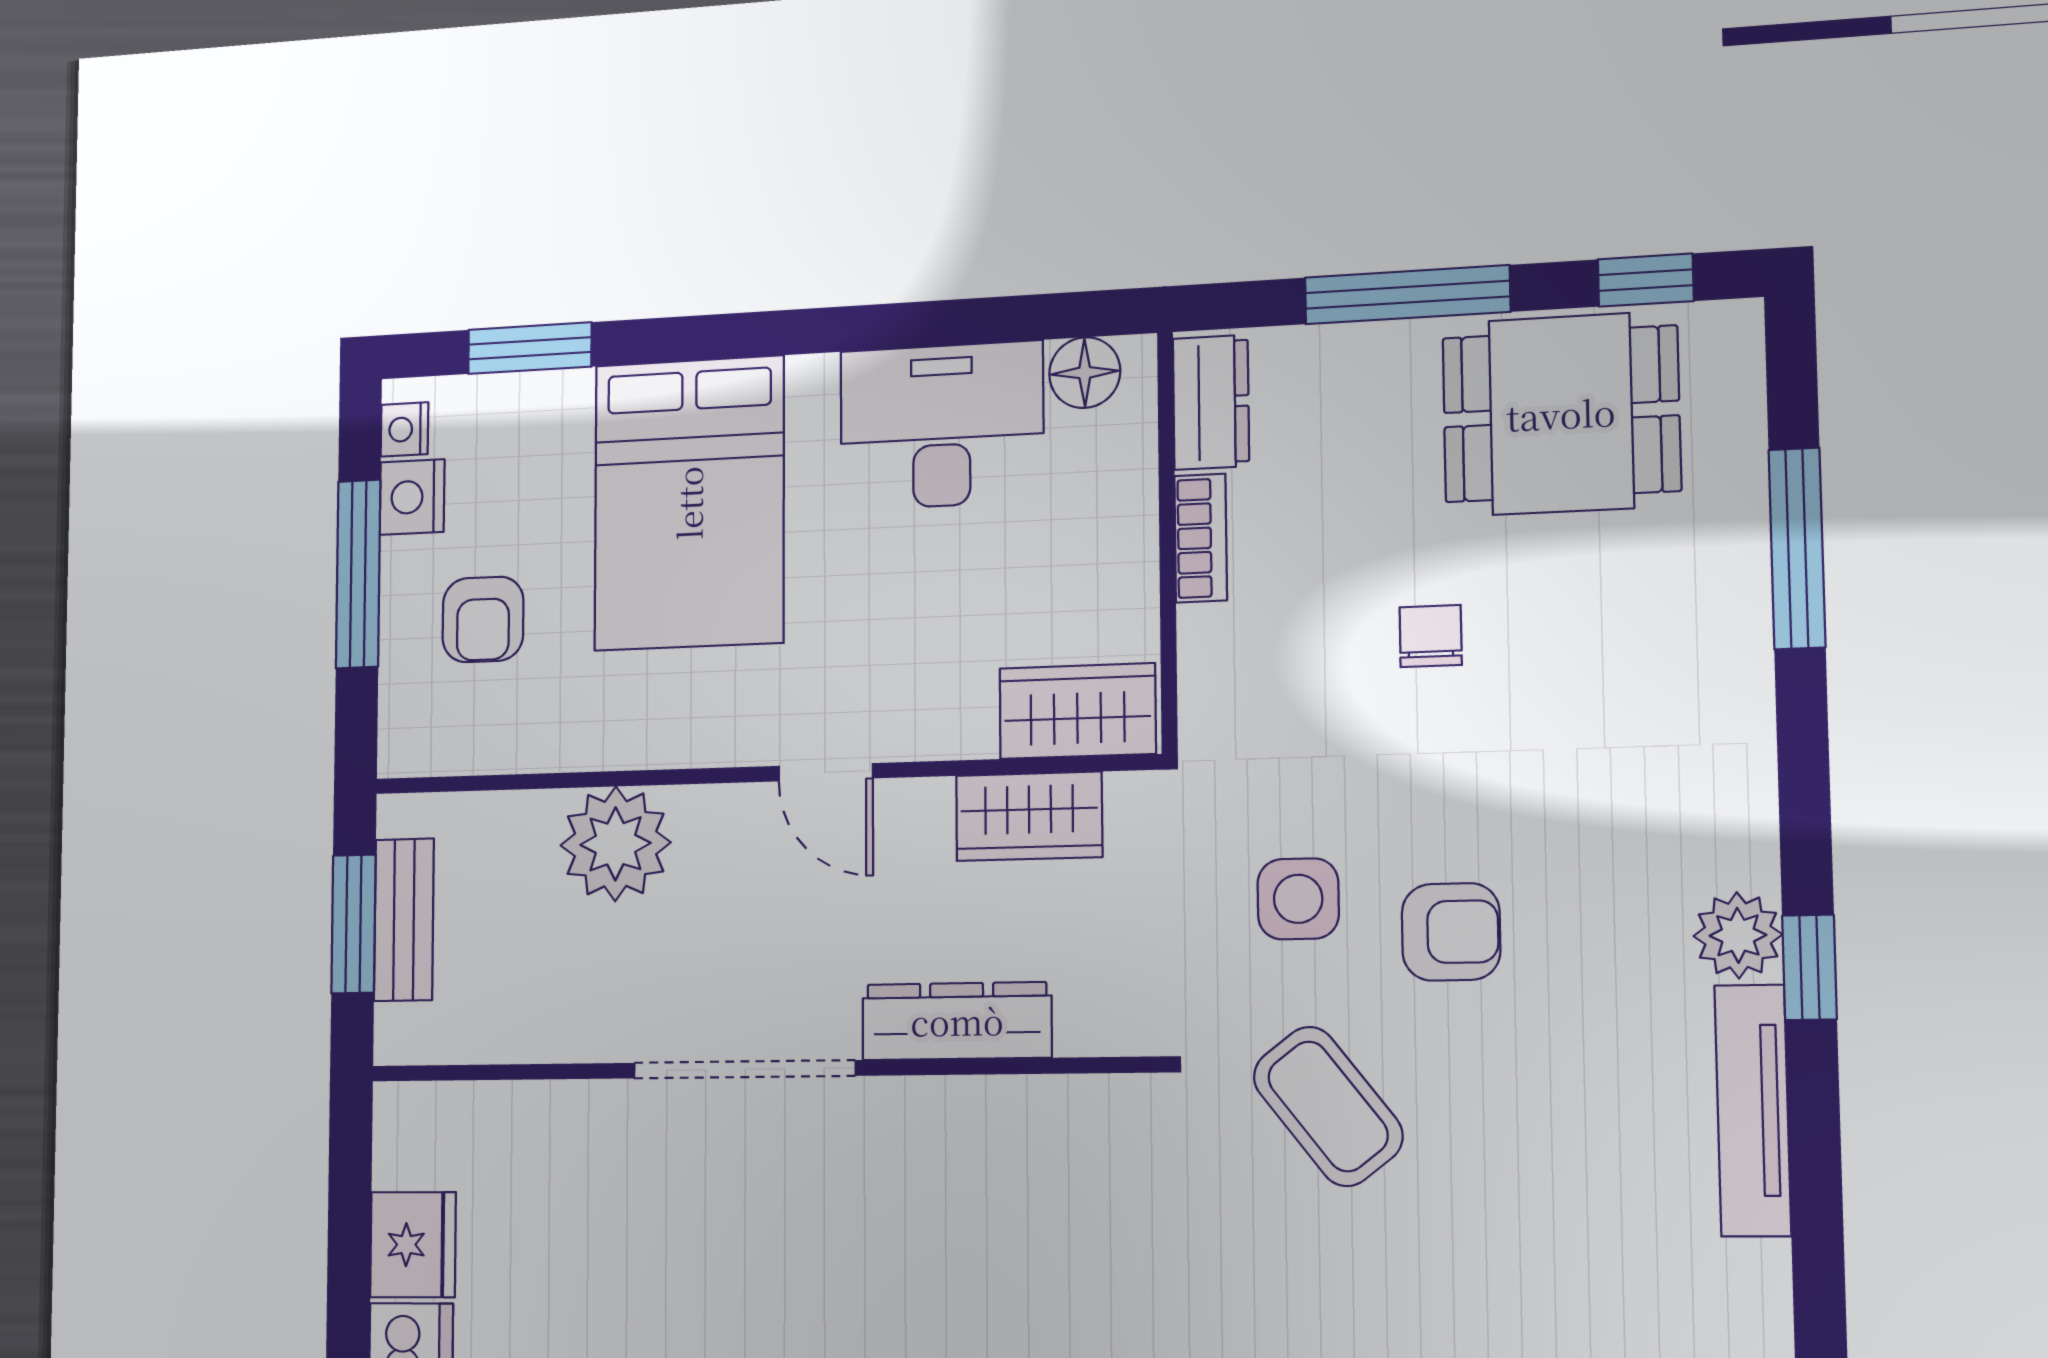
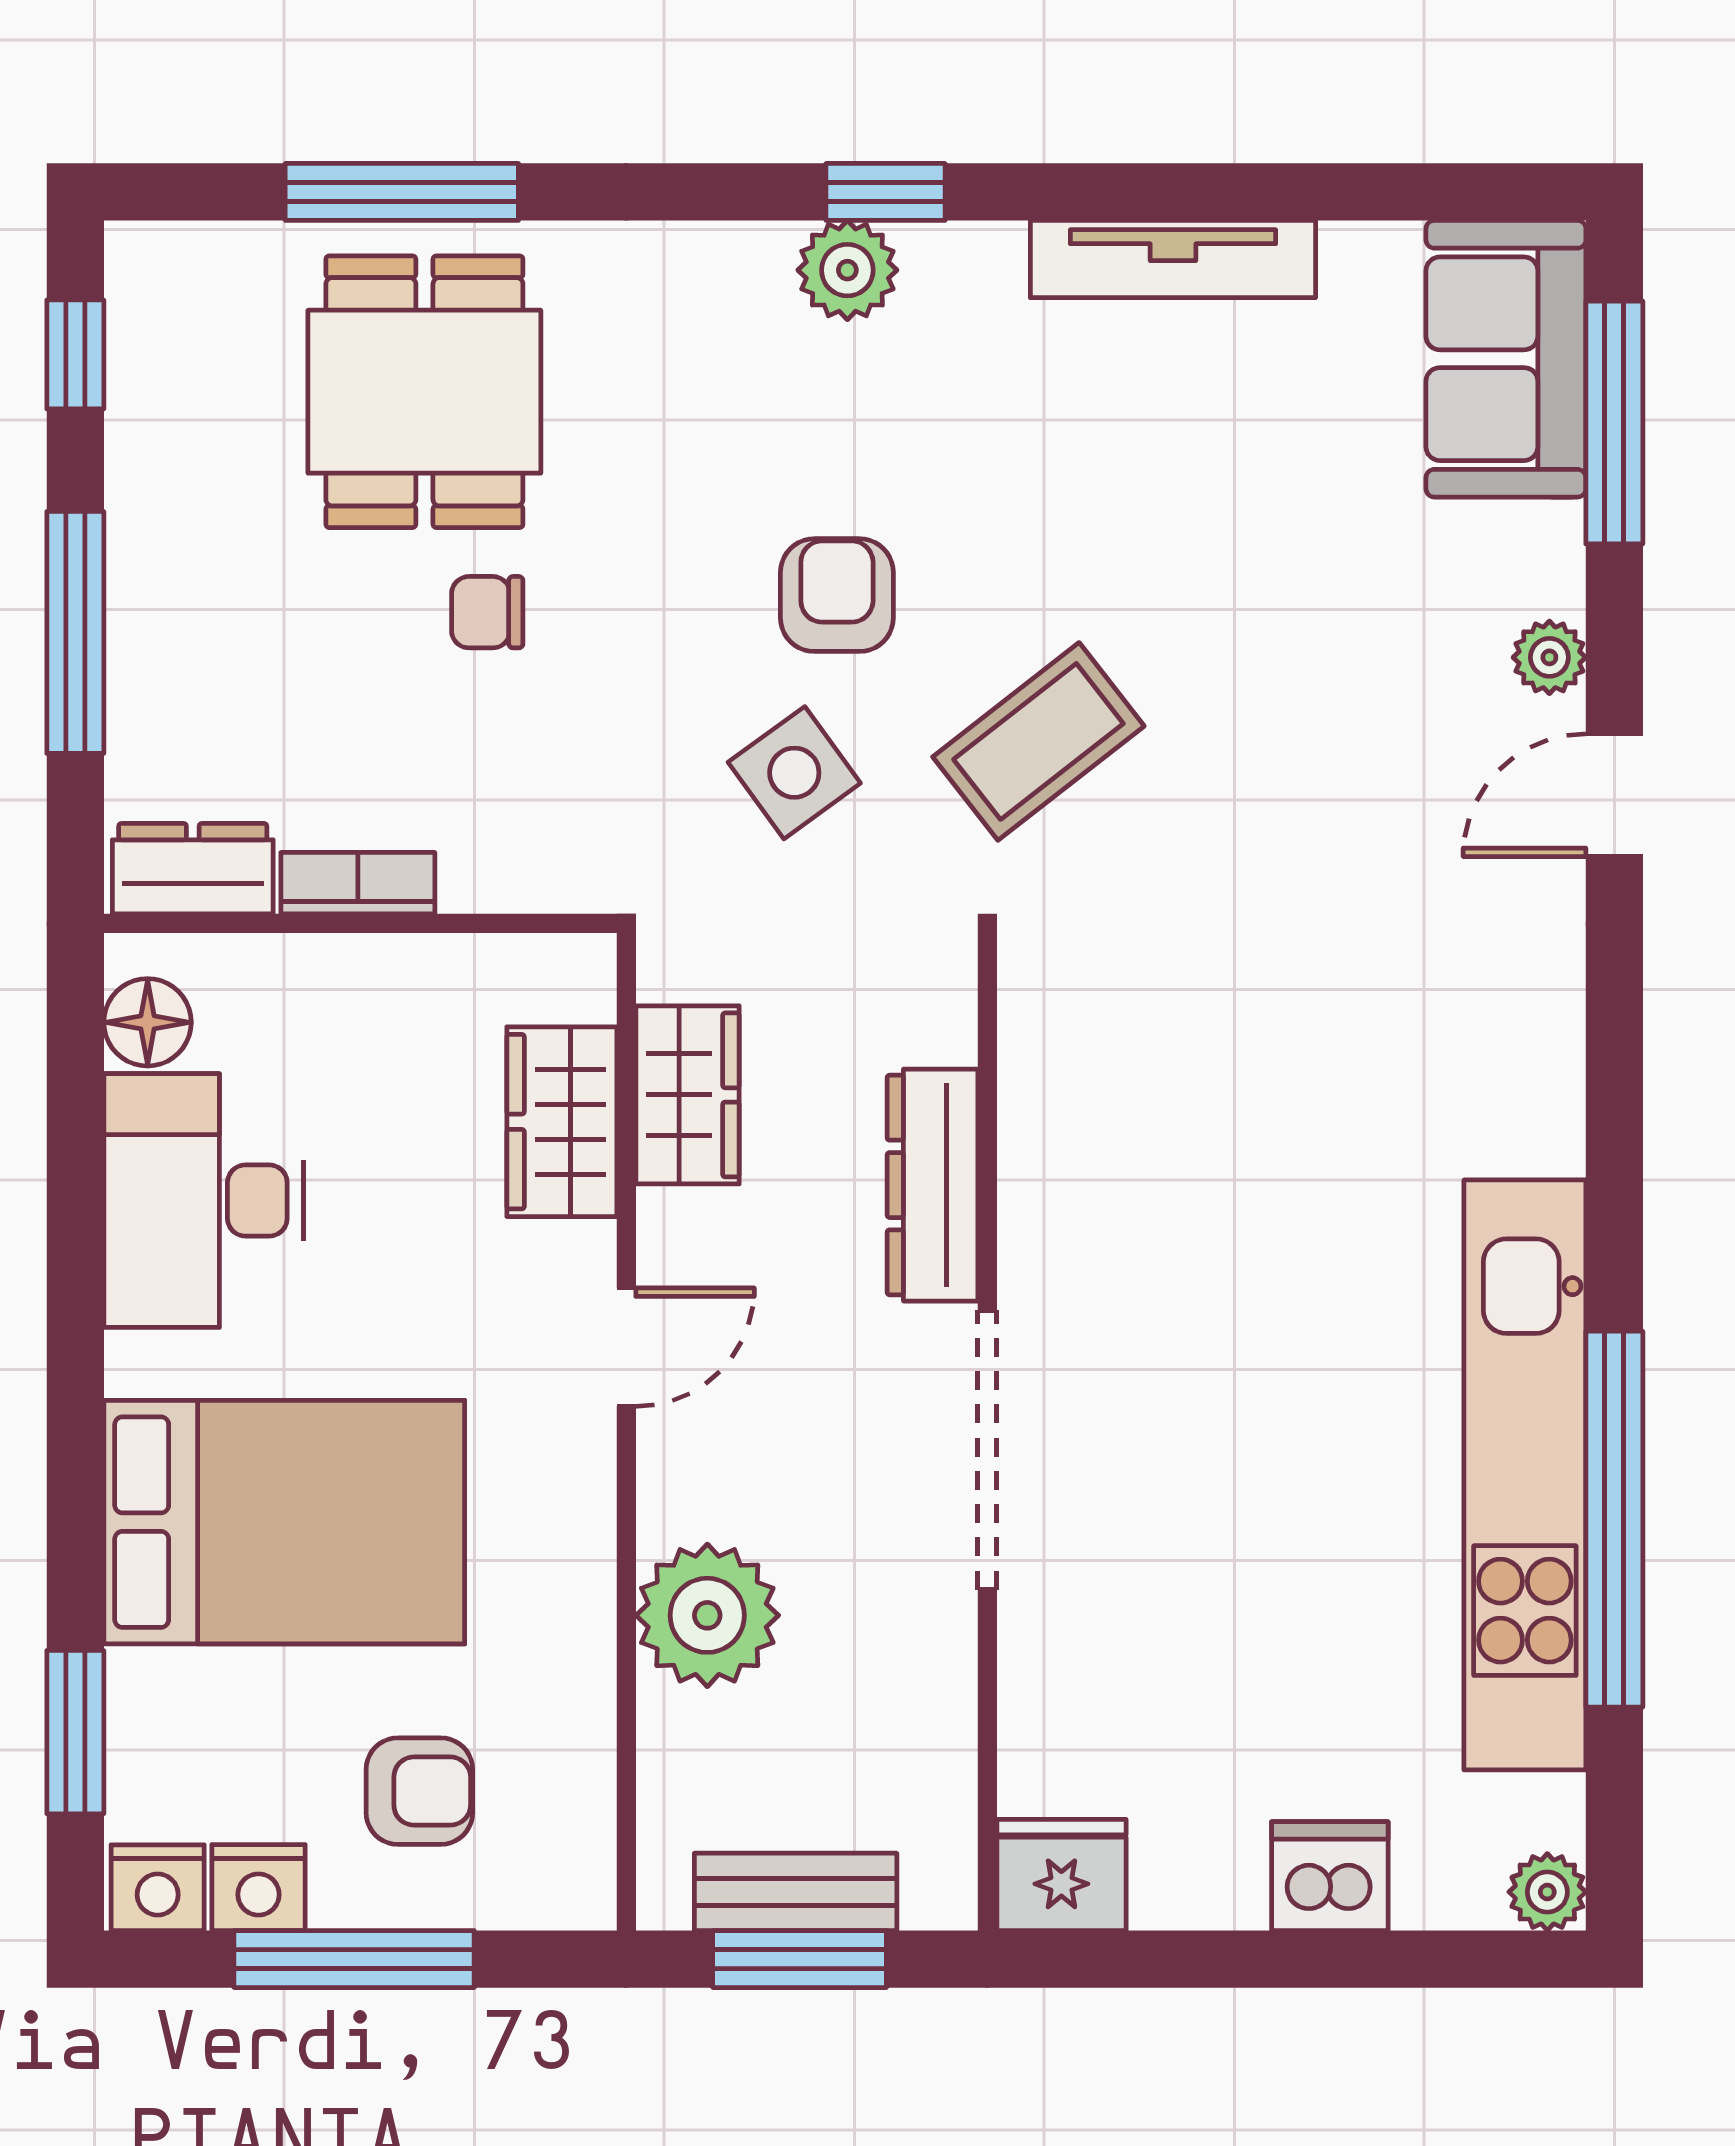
dining table: (1561, 414) -> (424, 392), moved
nightstand: (404, 429) -> (158, 1888), width x1.39, depth x1.35
wardrobe: (1077, 711) -> (562, 1122), moved
side table: (1298, 899) -> (794, 773), turned -36
tv unit: (1753, 1110) -> (1173, 259), moved
fridge: (413, 1245) -> (1061, 1875), moved

